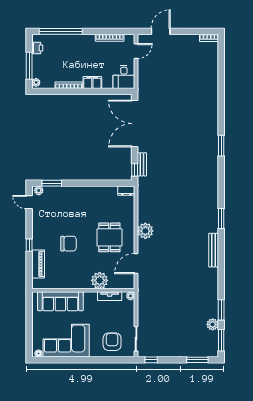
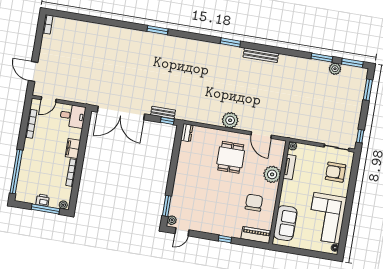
printer: (37, 48) -> (43, 200), moved
door: (136, 51) -> (49, 99), swing flipped
dining table: (109, 237) -> (231, 157), turned 90
chair: (69, 244) -> (254, 203), moved
piano: (38, 264) -> (256, 235), moved
sofa: (60, 301) -> (285, 223), width x0.73

